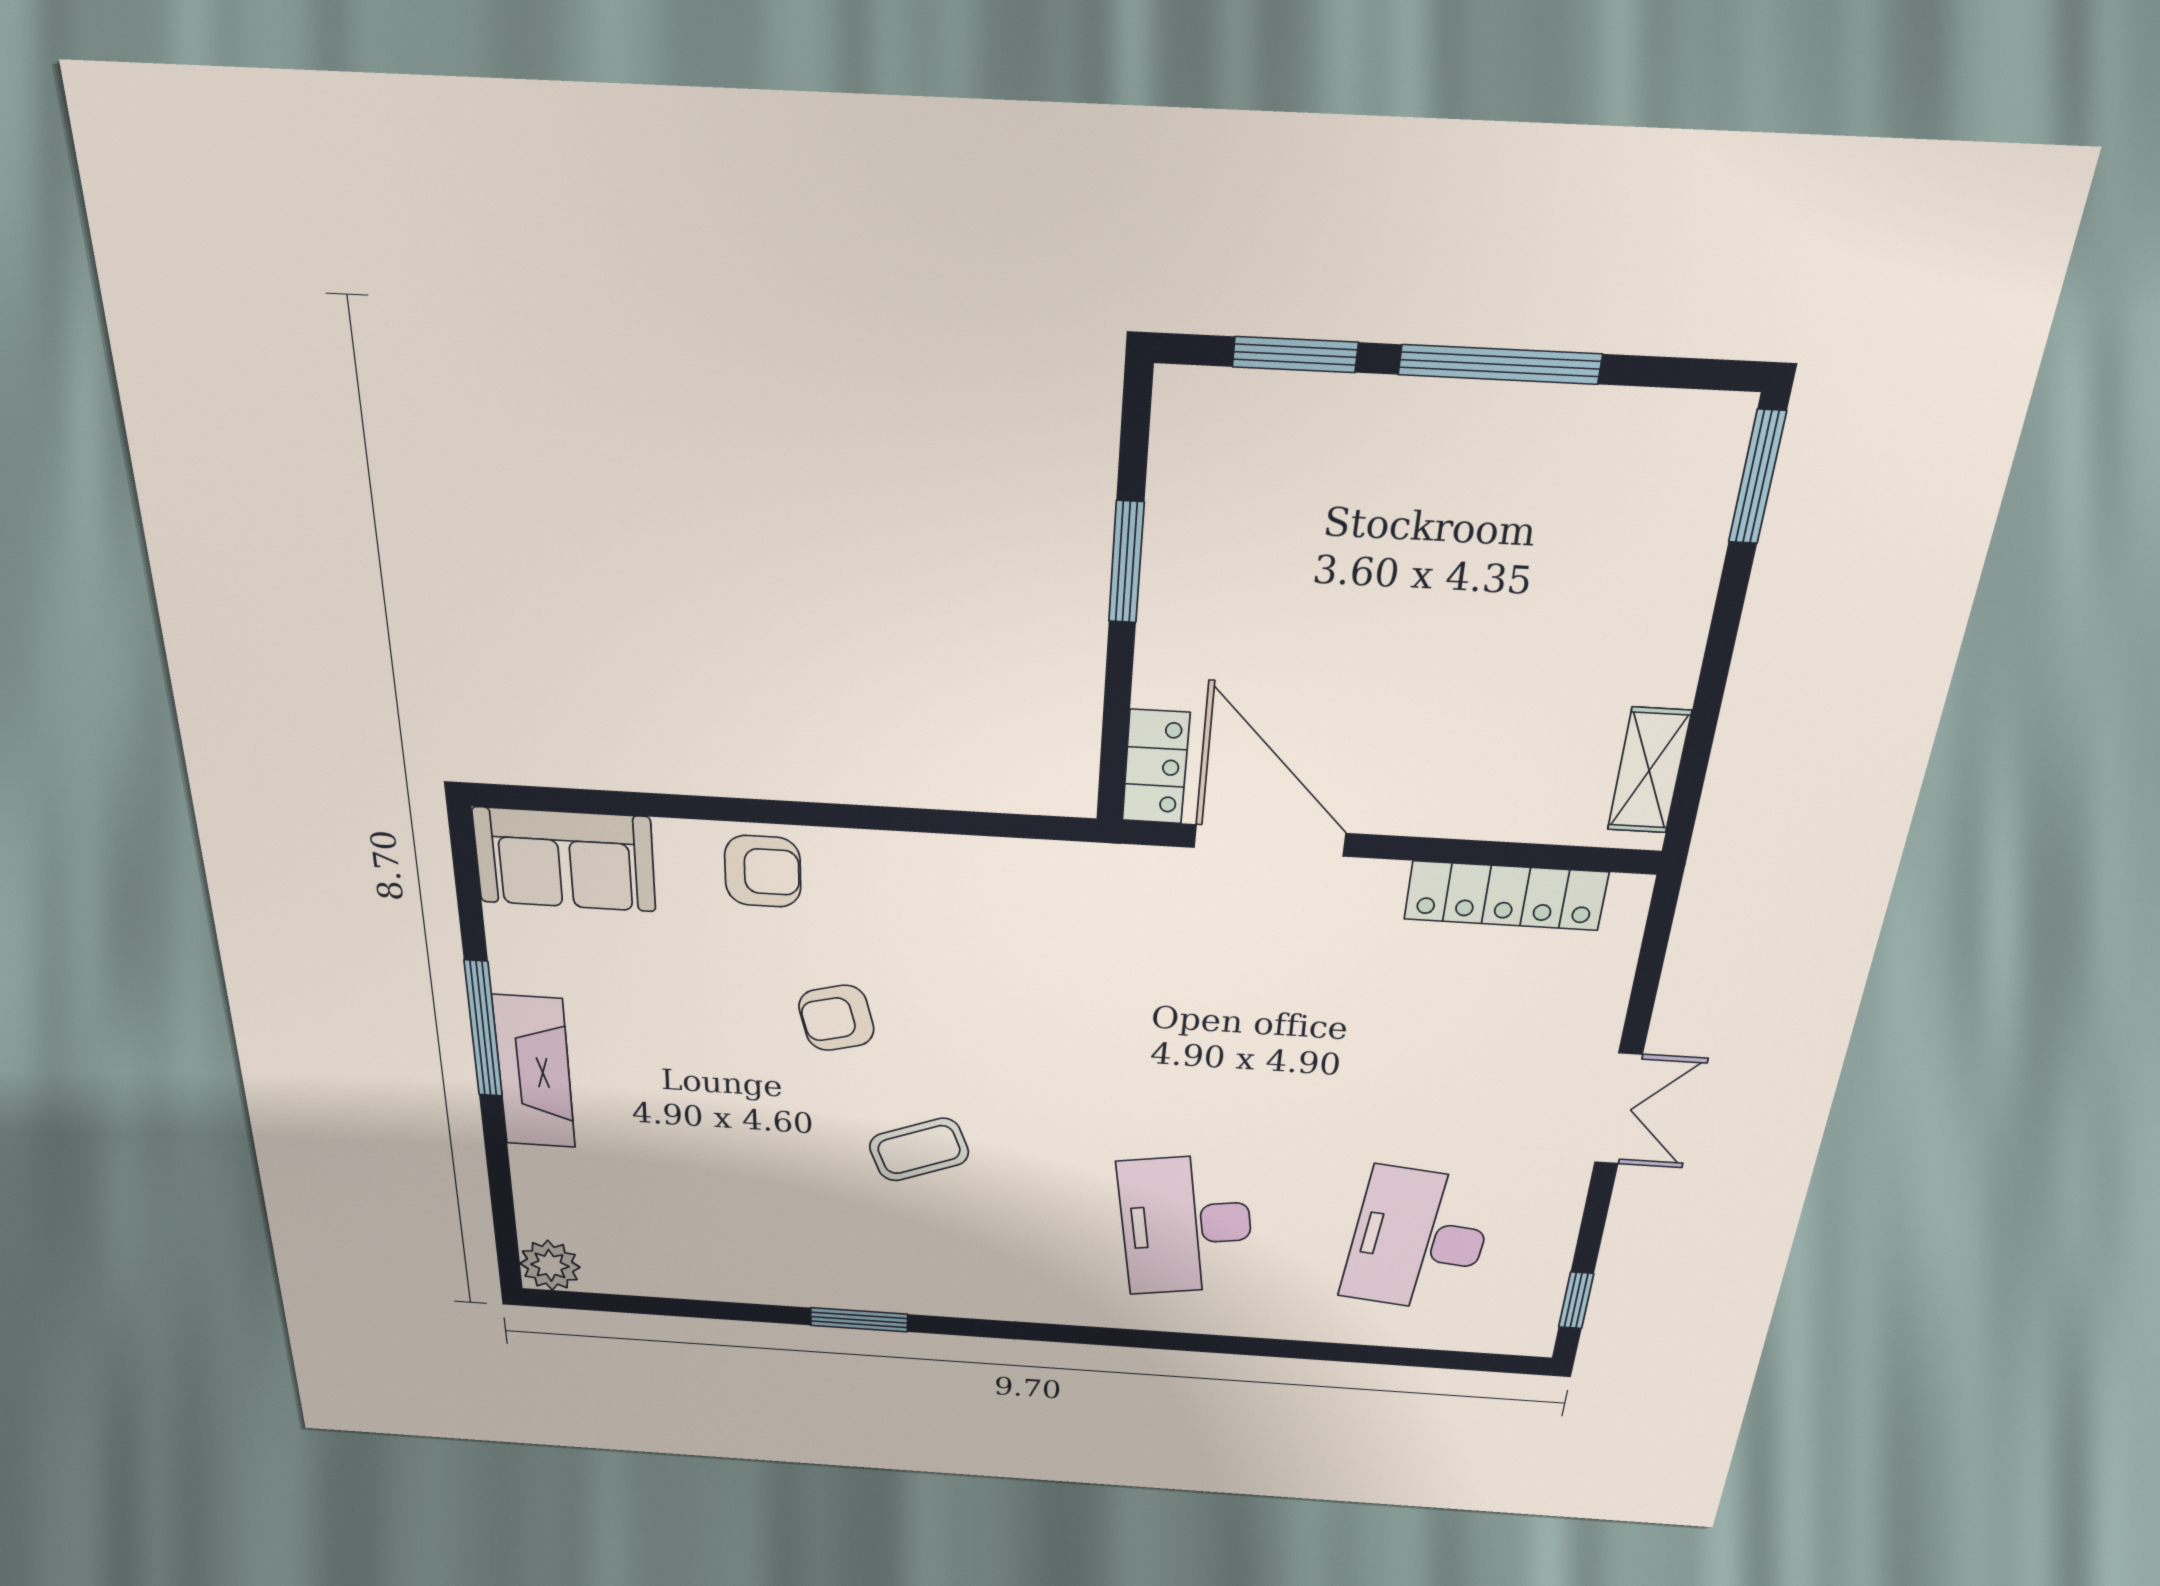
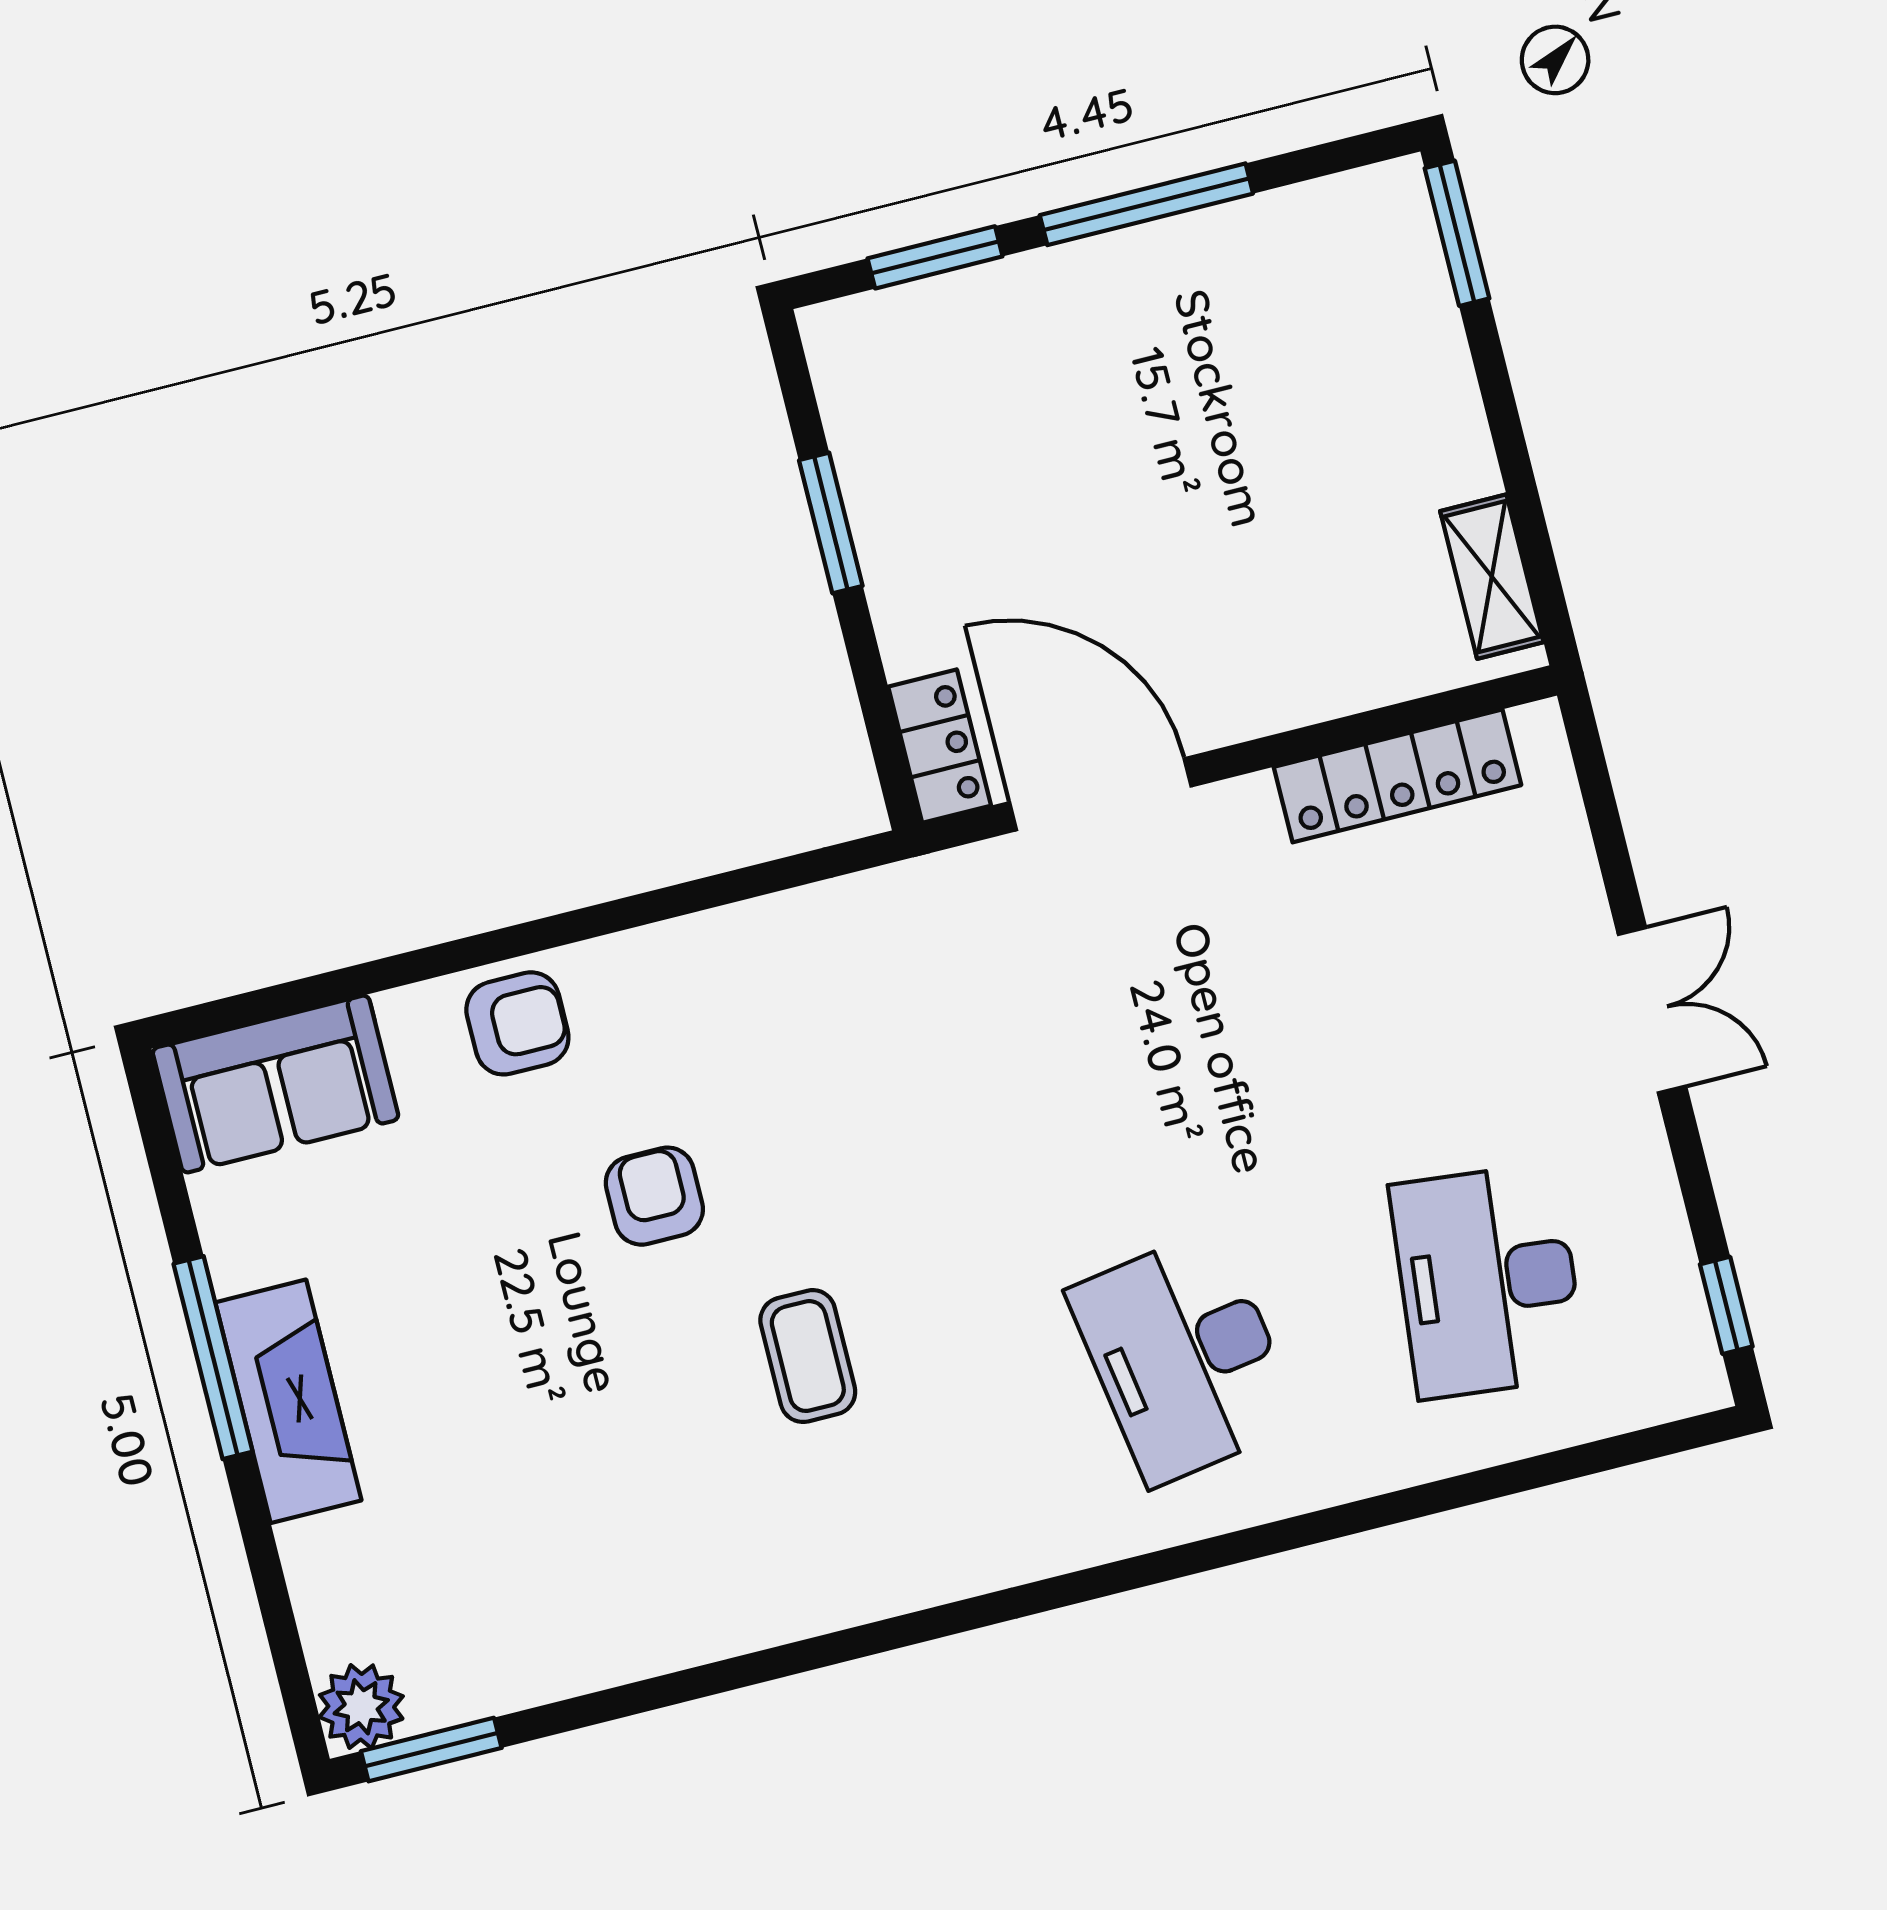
armchair: (836, 1018) -> (654, 1196), turned 104
coffee table: (919, 1150) -> (808, 1356), turned -69
window: (859, 1320) -> (431, 1750), moved

